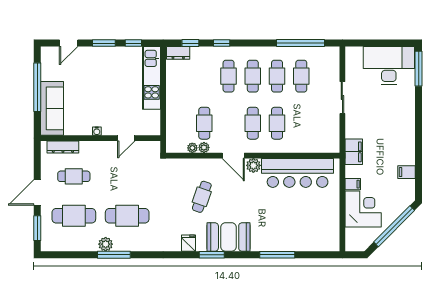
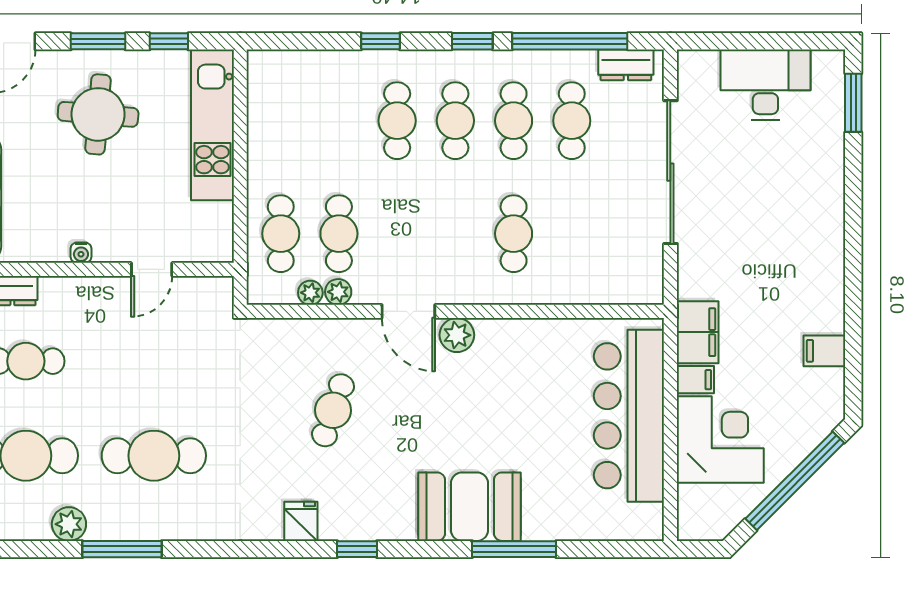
window: (190, 43) -> (472, 41), moved
dresser: (178, 53) -> (626, 65), moved
desk: (389, 66) -> (765, 85), width x0.73, depth x0.77
window: (419, 69) -> (853, 103), width x0.69
round table: (104, 74) -> (98, 114), added
sliding door: (342, 98) -> (670, 172), width x1.86
cafe table: (253, 123) -> (281, 234), moved
filing cabinet: (354, 152) -> (698, 332), moved
bar counter: (298, 173) -> (629, 416), moved, turned 90
booth: (229, 237) -> (470, 507), moved
plant: (106, 244) -> (69, 524), moved
window: (212, 255) -> (357, 549), width x0.67

